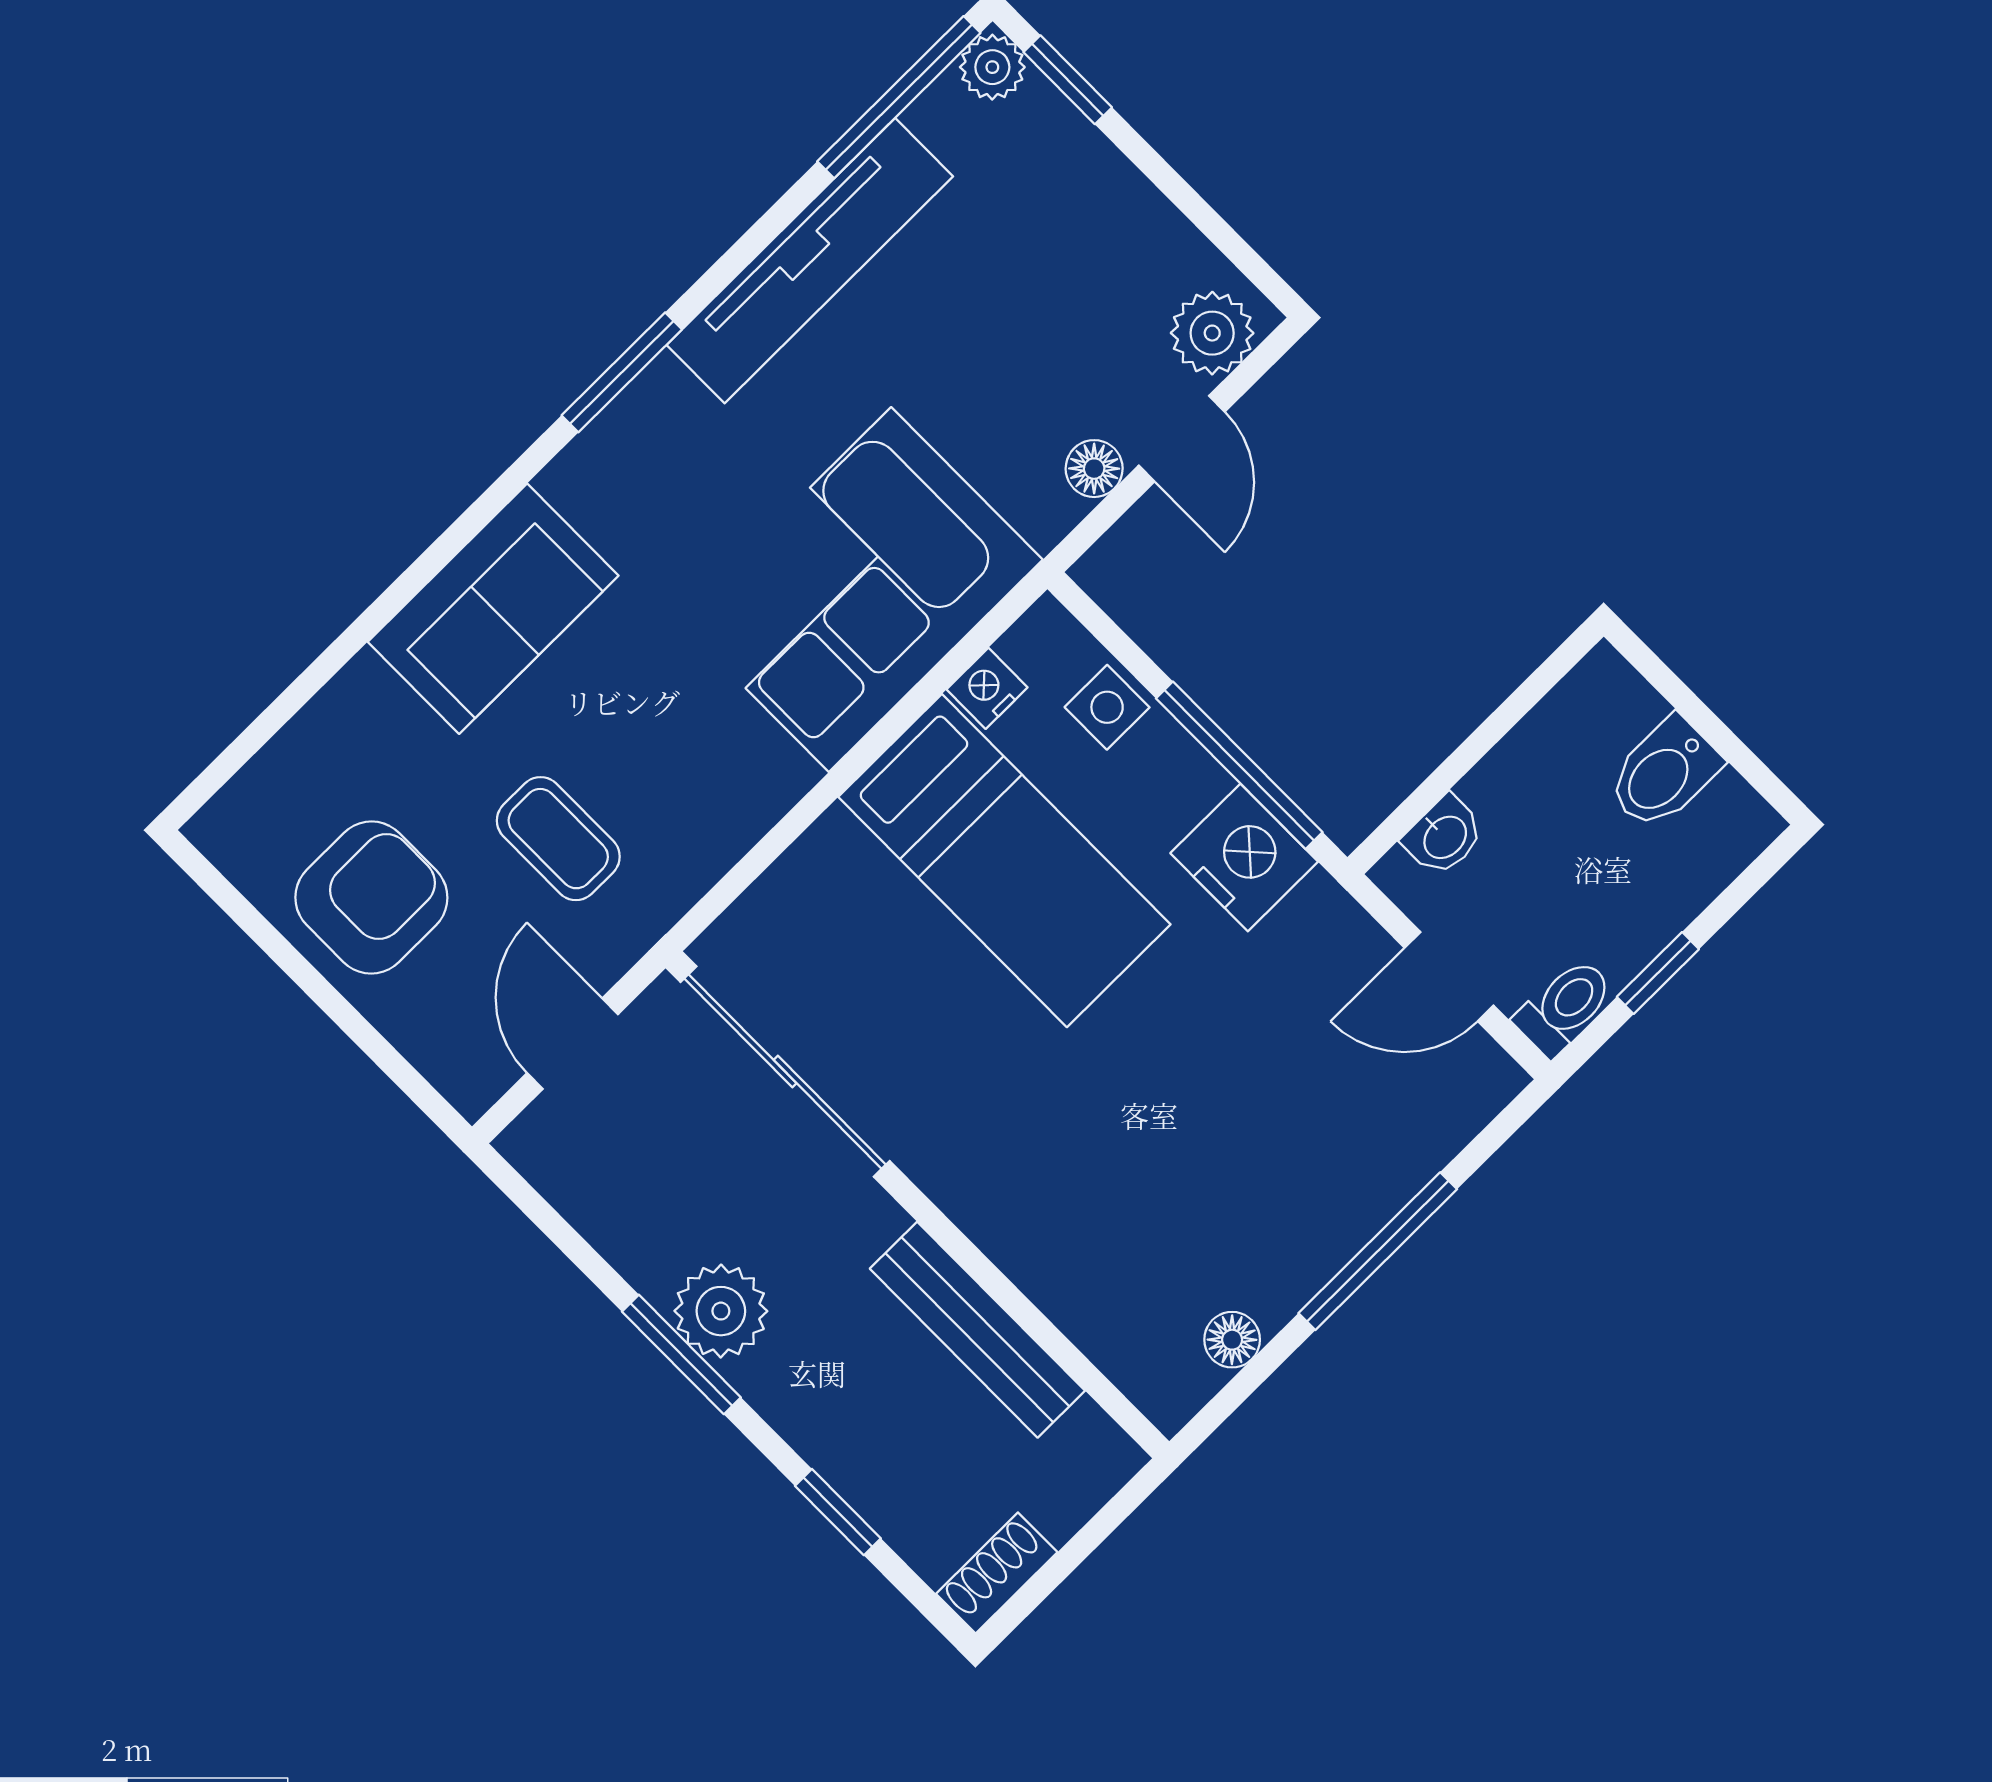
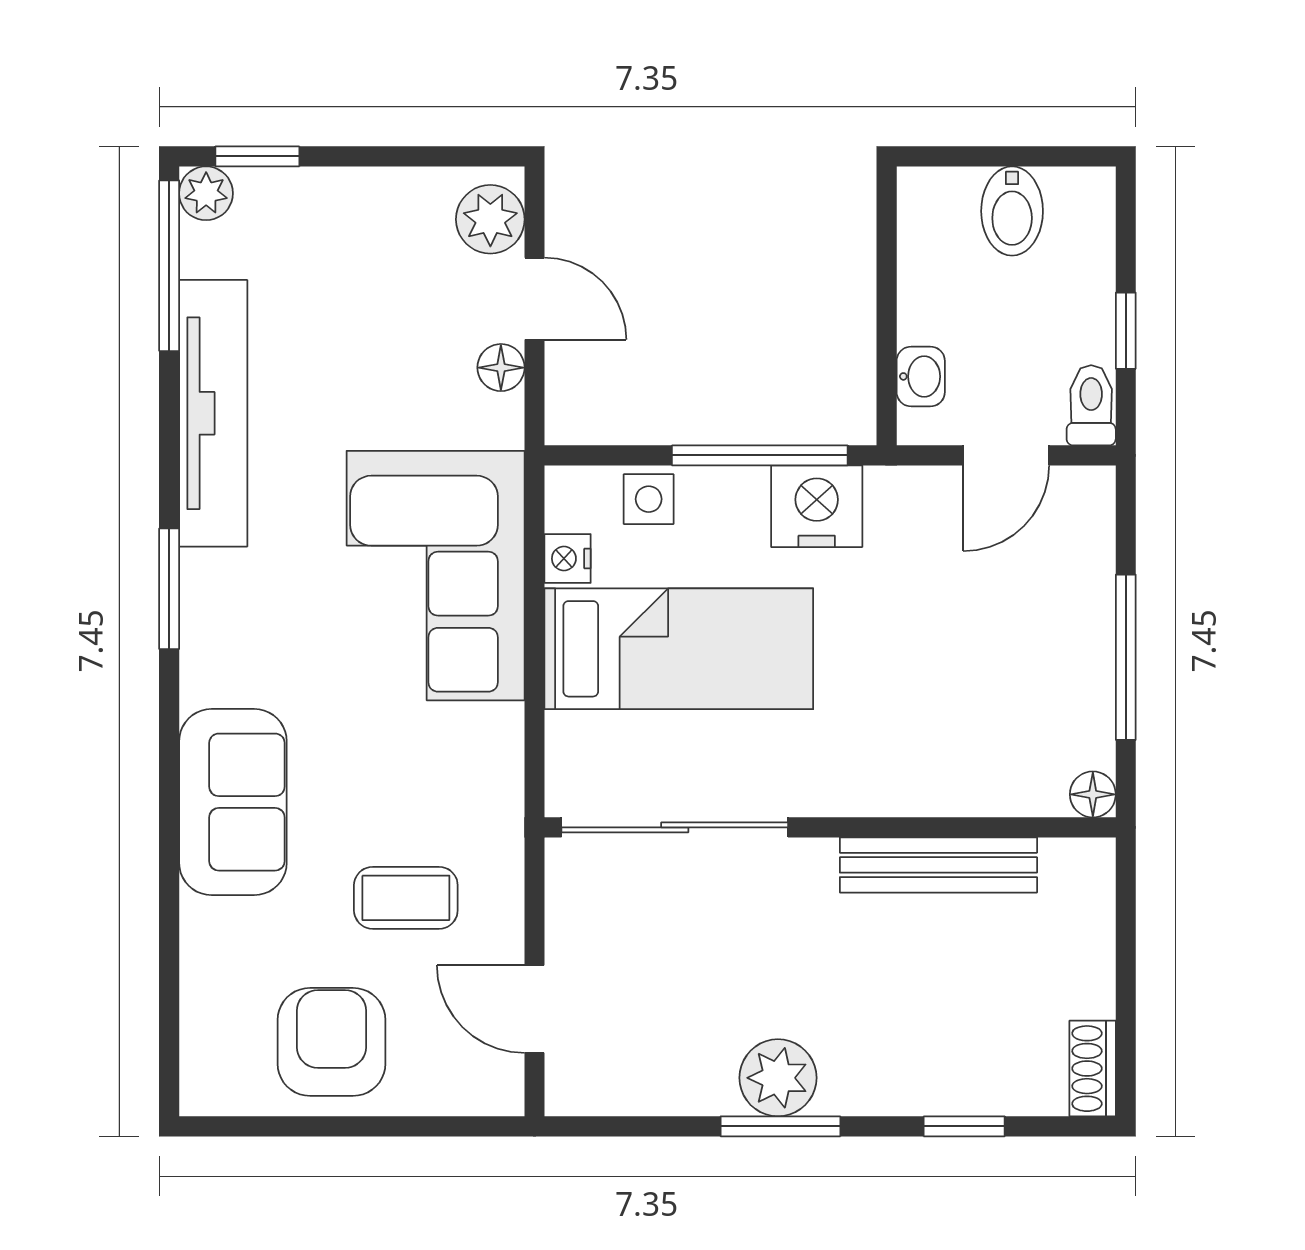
sliding door: (785, 1072) -> (675, 827), moved
wall: (917, 1205) -> (830, 827), moved
bench: (977, 1330) -> (938, 865), moved

